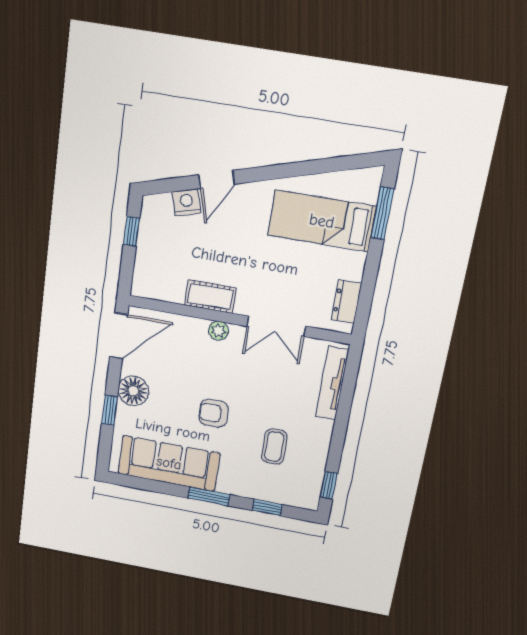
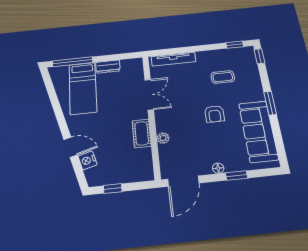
window: (382, 213) -> (73, 62), width x1.44
dresser: (346, 302) -> (108, 67), moved
plant: (218, 331) -> (163, 138), moved
door: (119, 336) -> (183, 181), swing flipped
floor lamp: (133, 391) -> (218, 168), width x0.53, depth x0.53
window: (267, 508) -> (259, 56), moved

